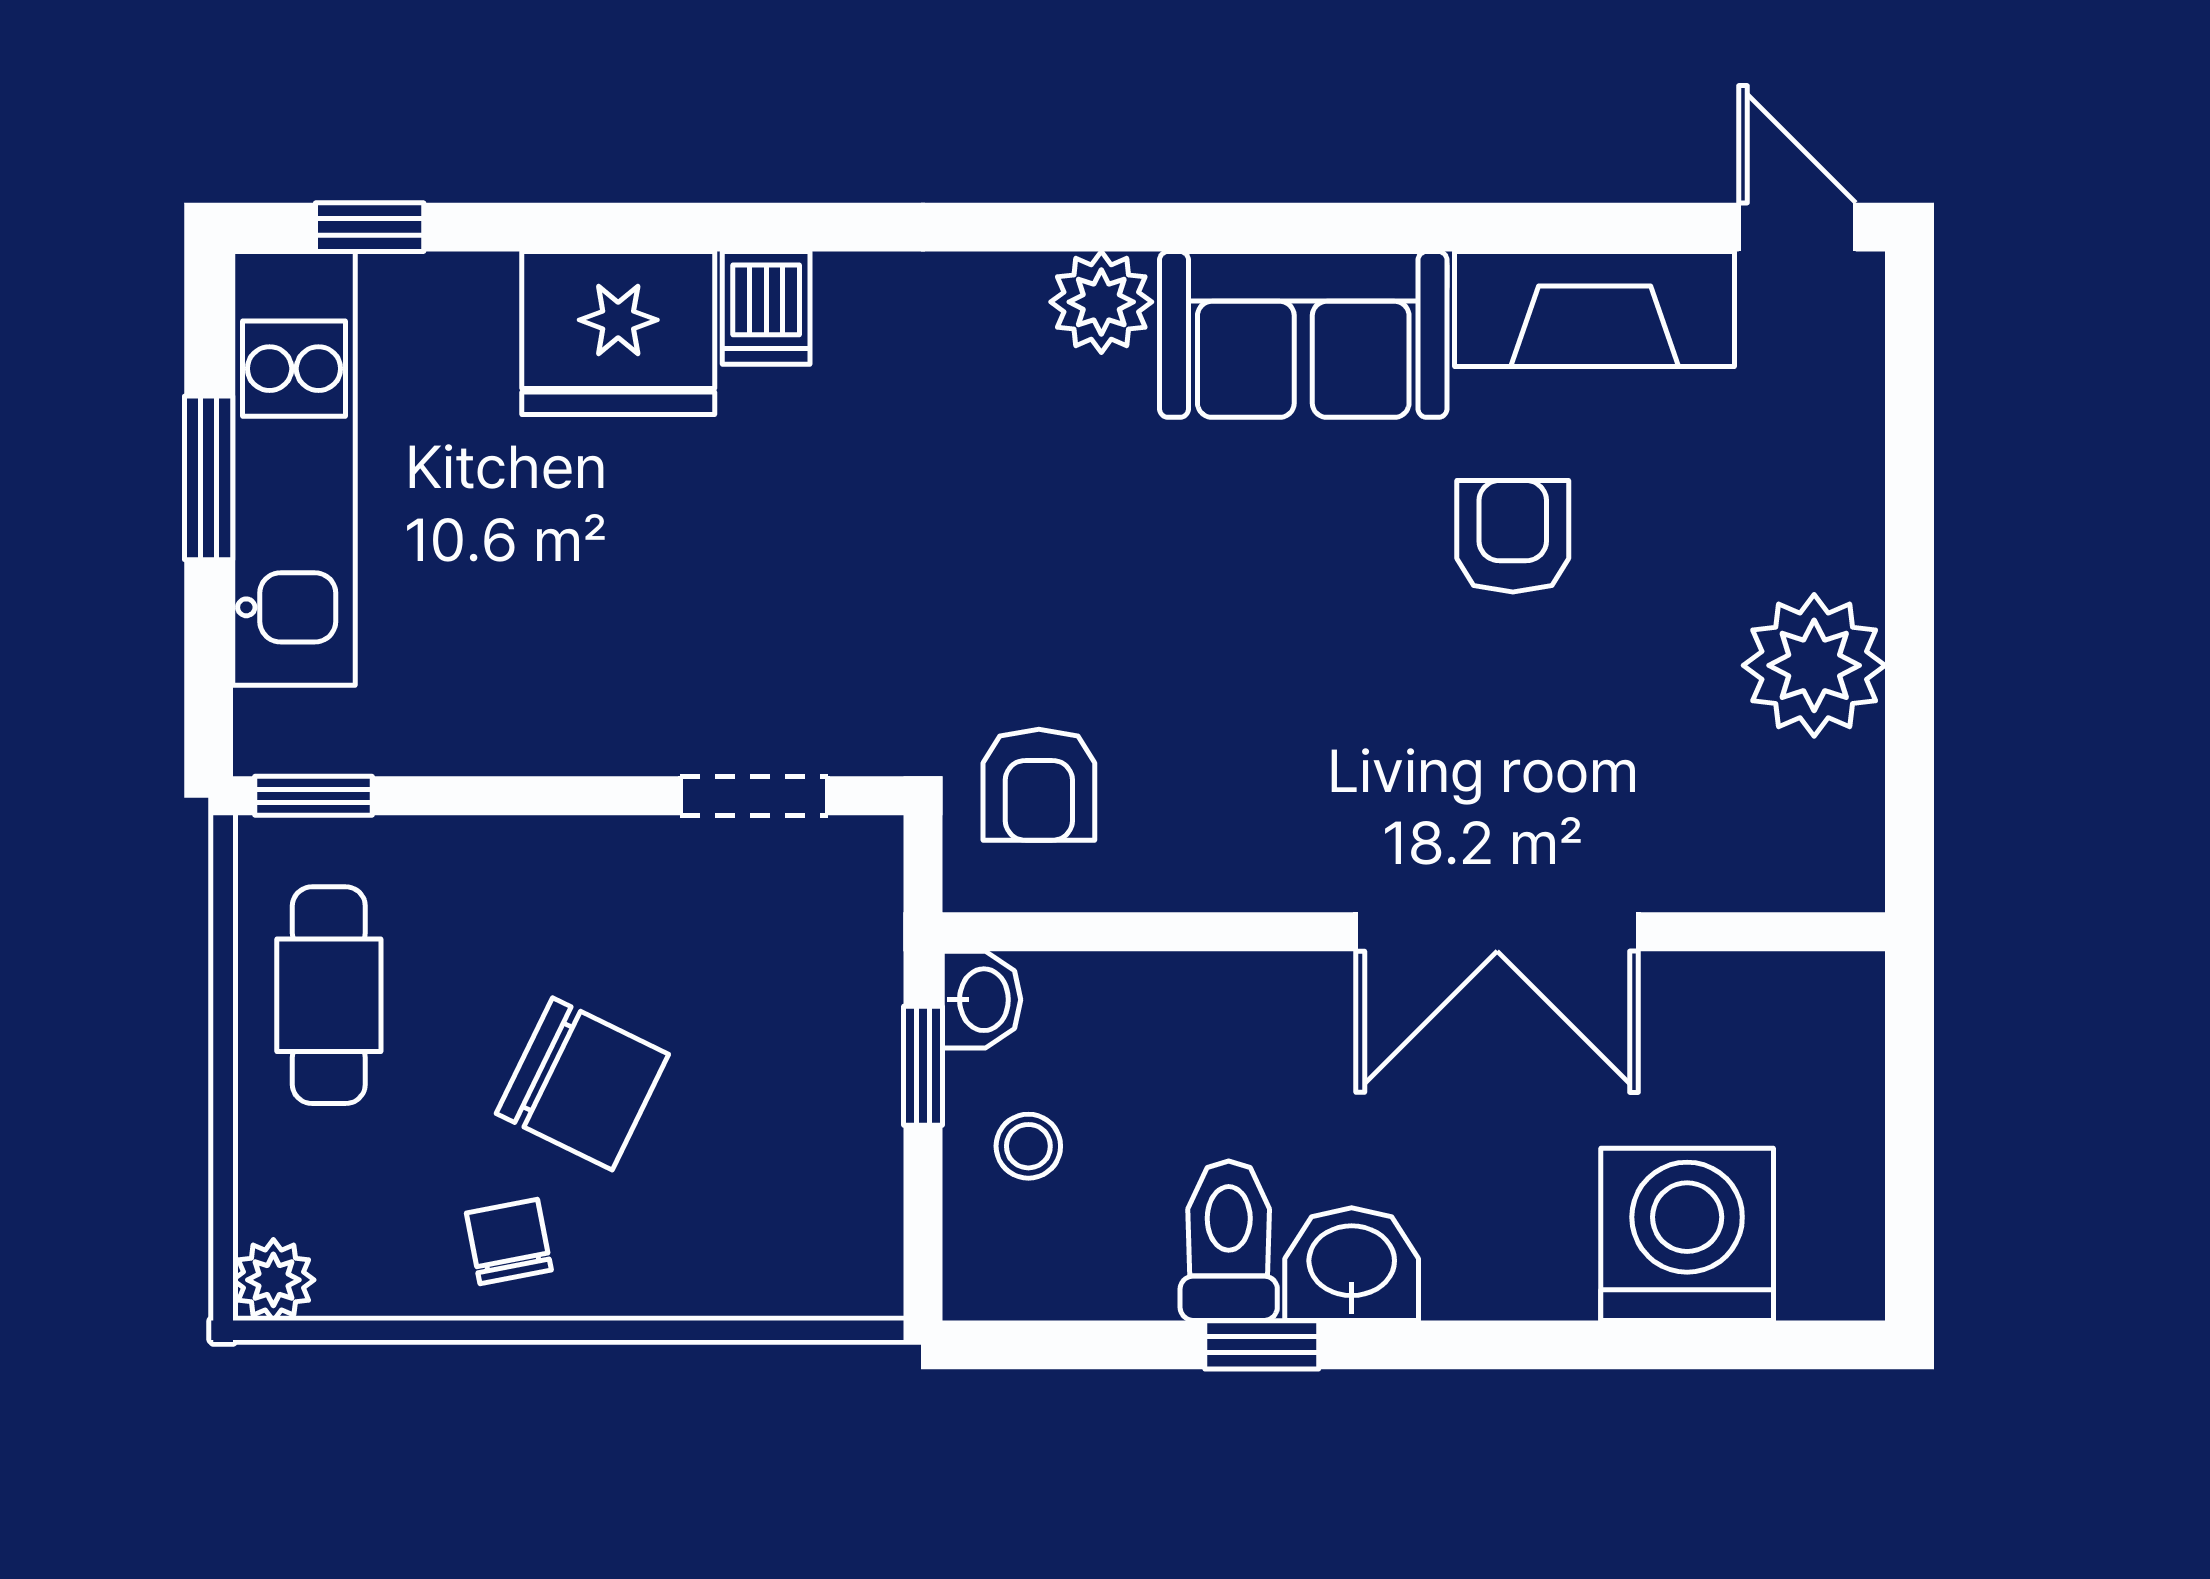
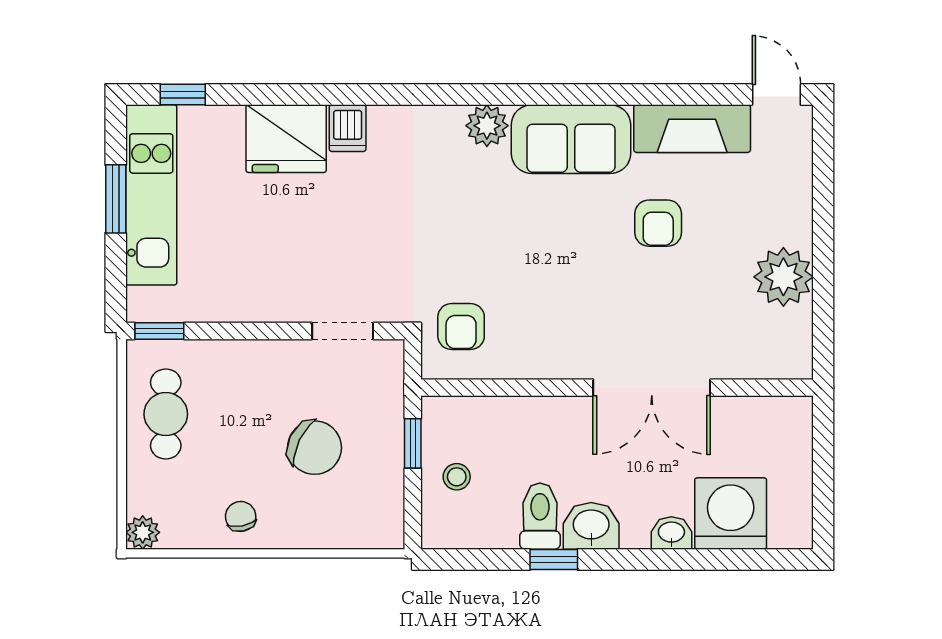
armchair: (1513, 536) -> (658, 223), turned 180
washbasin: (982, 1000) -> (671, 533), moved, turned -90
chair: (582, 1084) -> (315, 448), moved

